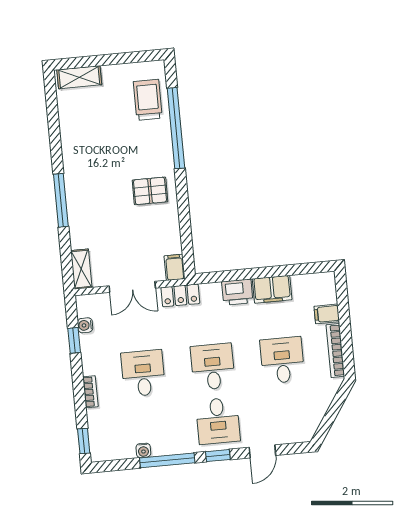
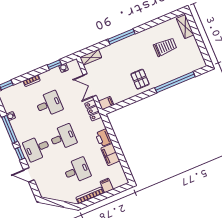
trolley: (148, 100) -> (165, 47), moved

